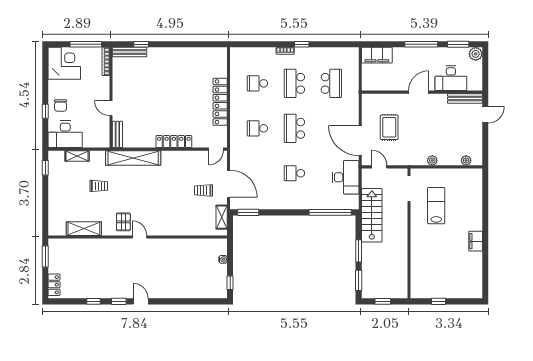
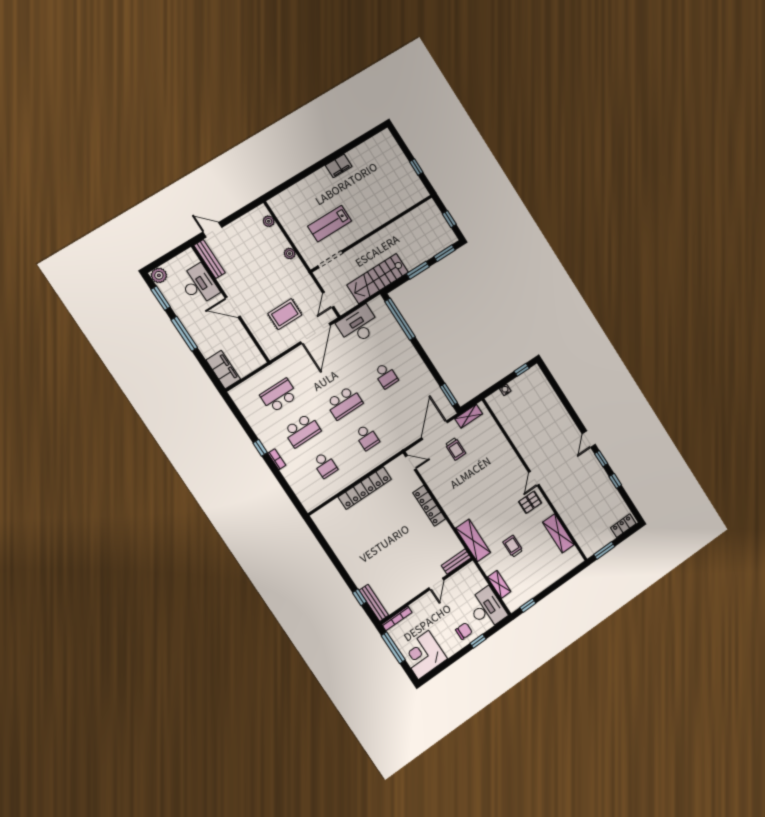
shelving: (133, 158) -> (473, 540), width x0.68

